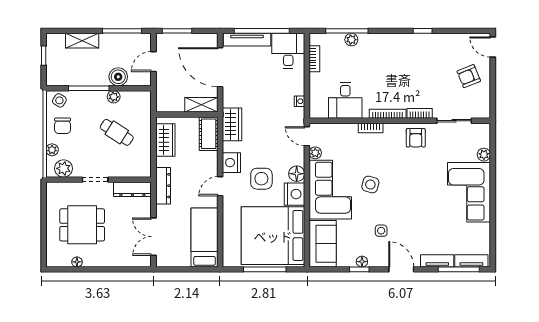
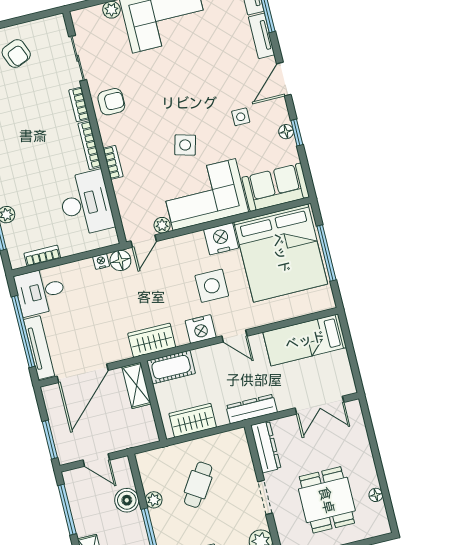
desk: (345, 100) -> (86, 203), width x1.37
floor lamp: (297, 174) -> (120, 260), moved

